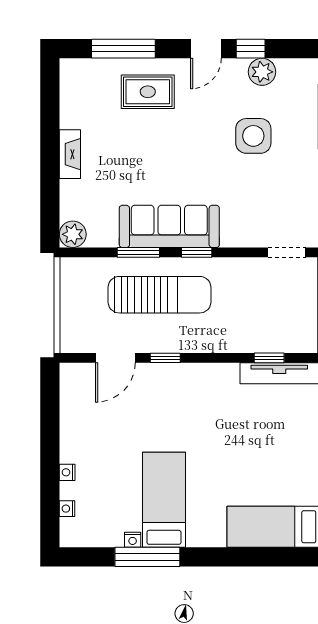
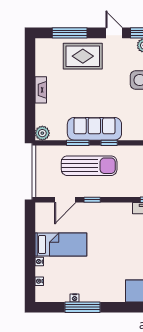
door: (206, 49) -> (114, 33), swing flipped
rug: (148, 92) -> (83, 56), width x1.36, depth x1.43
bed: (164, 500) -> (61, 245), moved, turned 90

